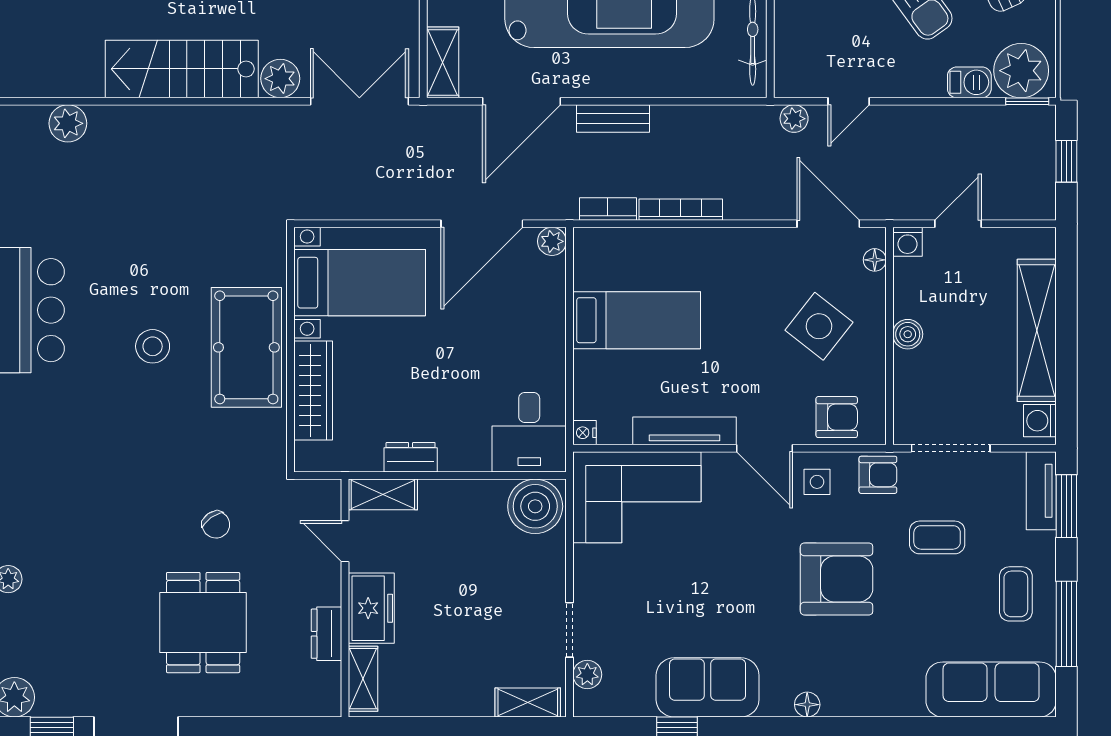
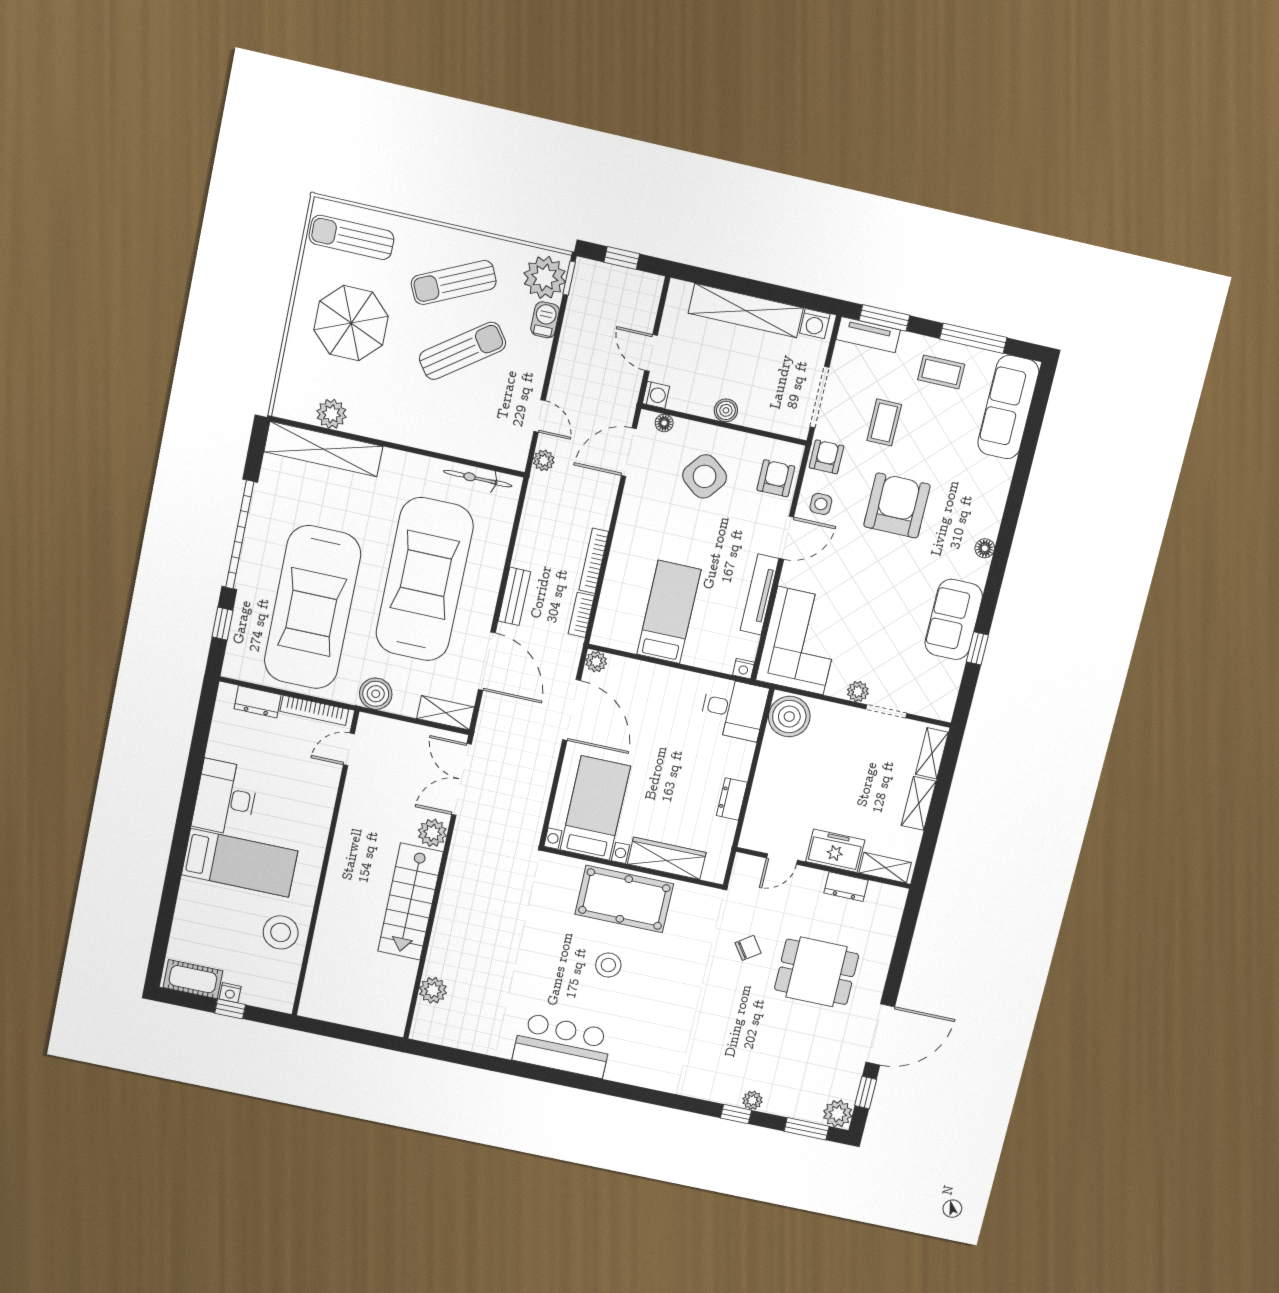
shelving: (383, 494) -> (919, 803), moved
plant: (587, 674) -> (858, 692), moved

